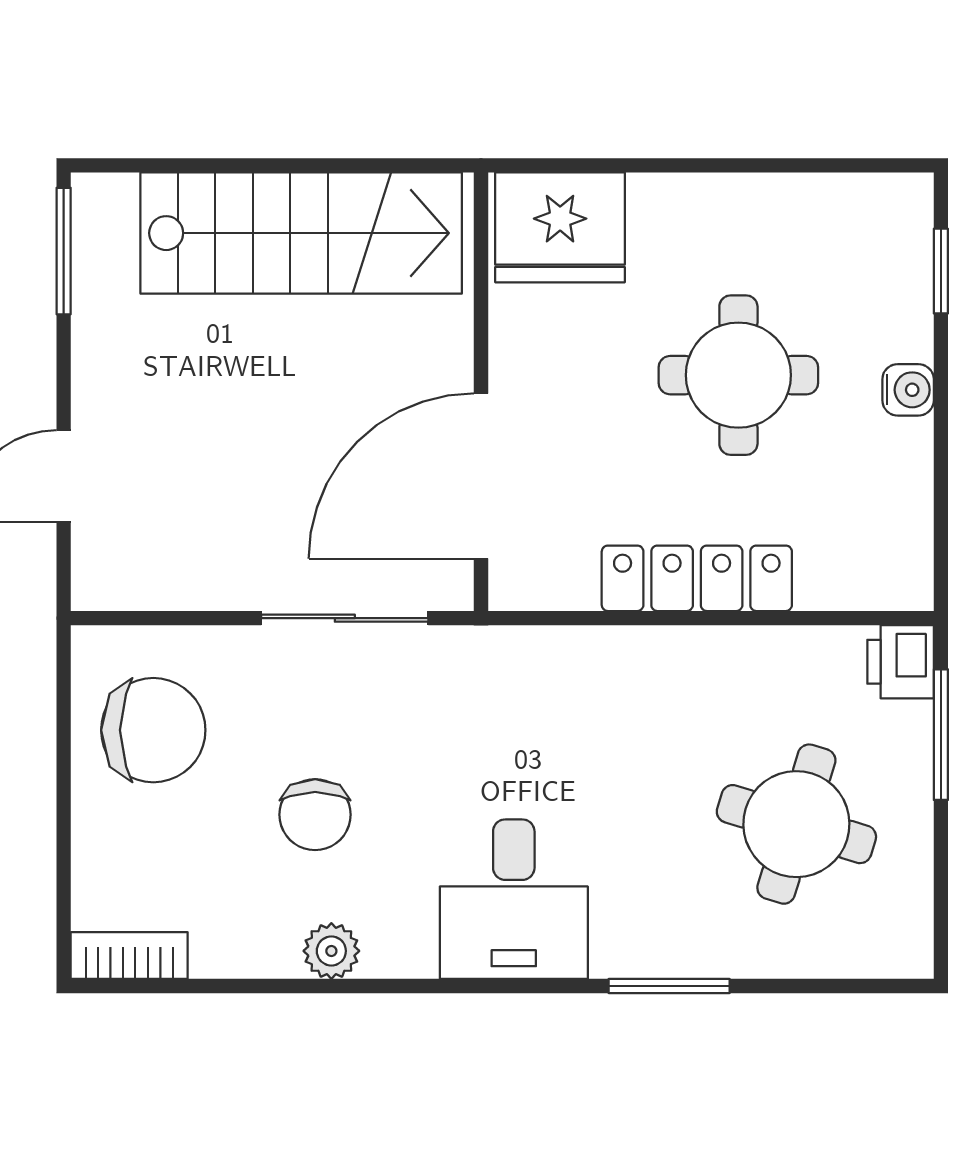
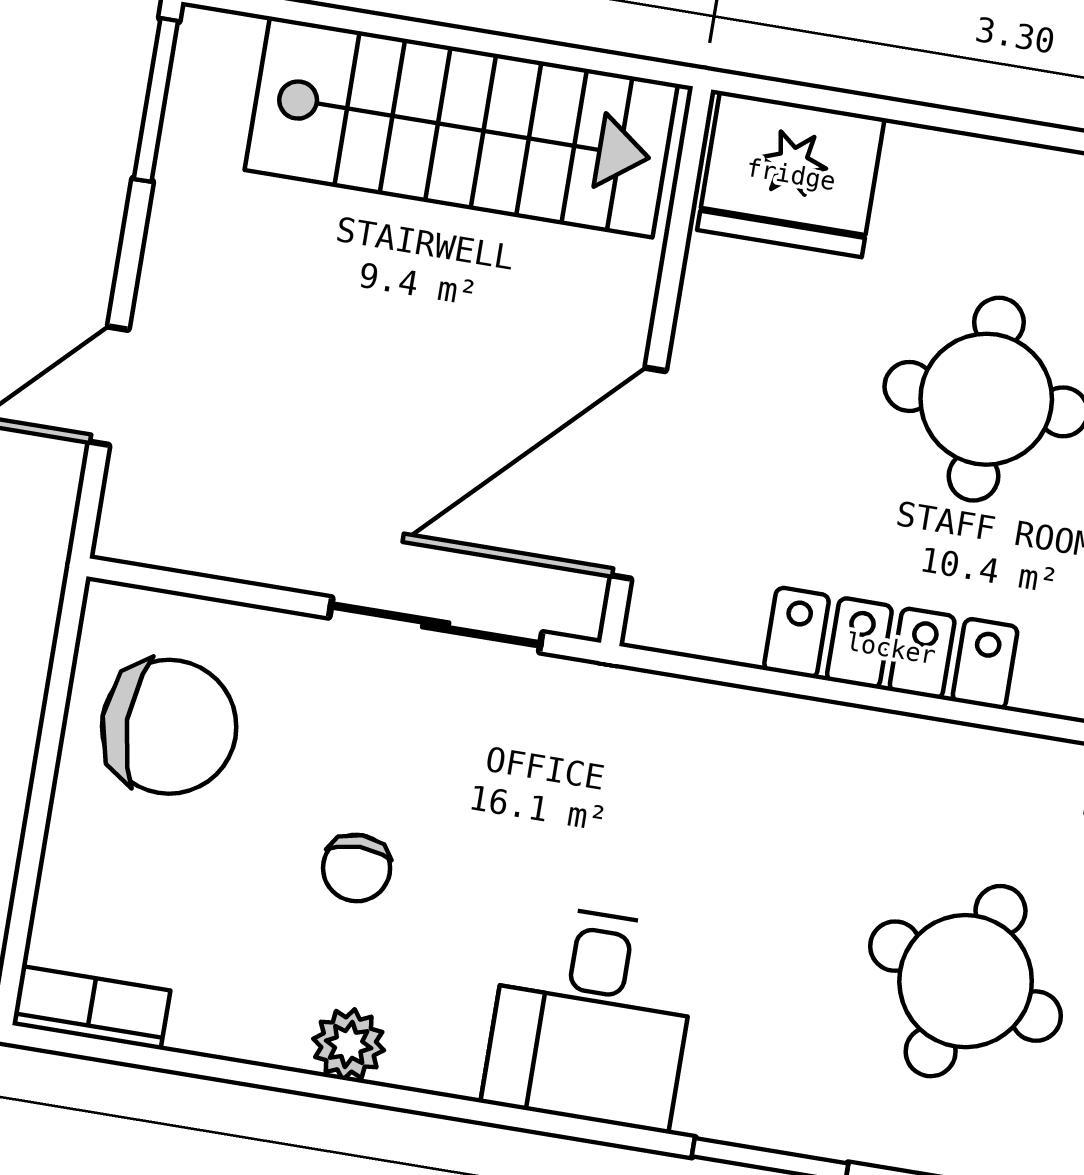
chair: (315, 815) -> (357, 868), width x0.73, depth x0.73

